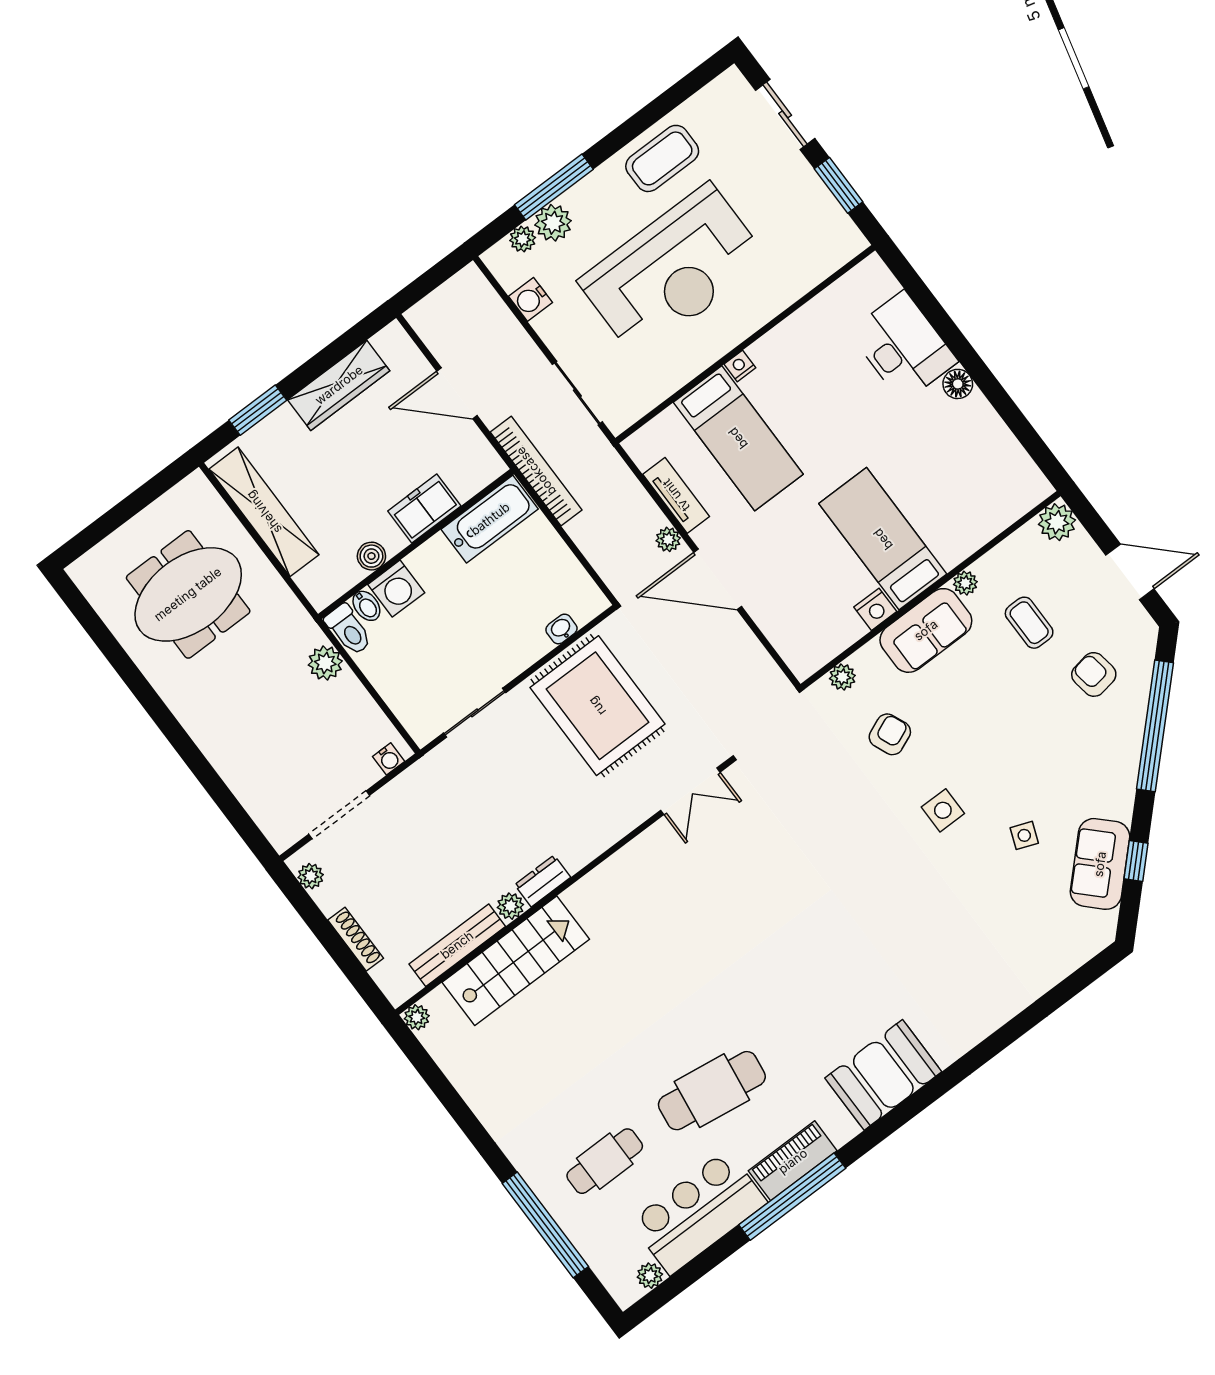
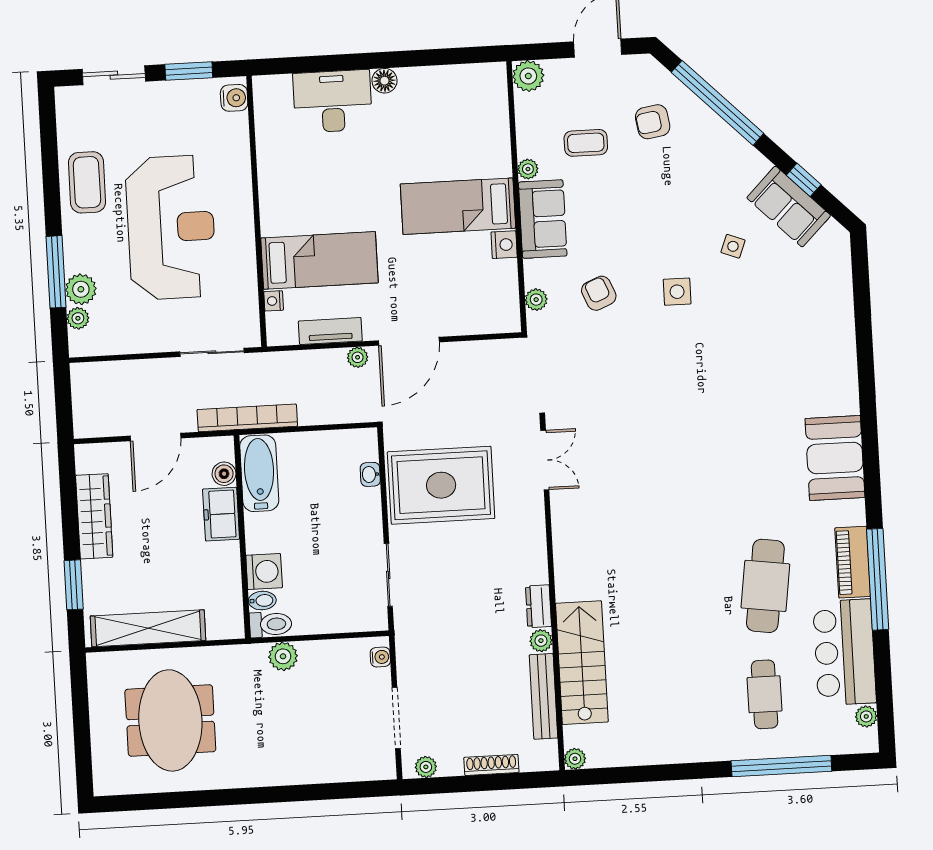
water cooler: (530, 299) -> (234, 98), moved, turned -90
nightstand: (740, 366) -> (274, 301), moved
boiler: (371, 556) -> (224, 474), moved

